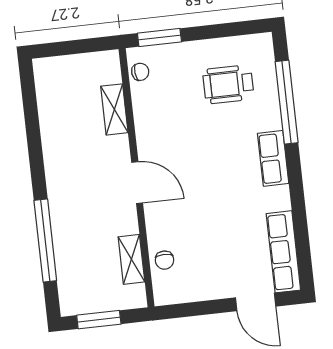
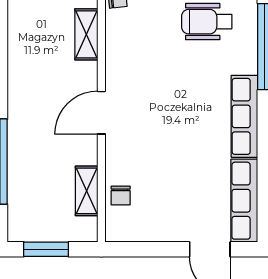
row of seats: (273, 158) -> (244, 116), width x1.48
door: (137, 183) -> (101, 113), swing flipped

